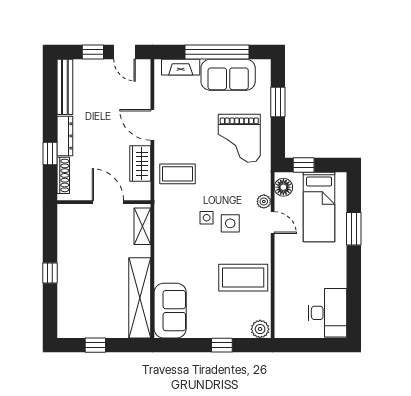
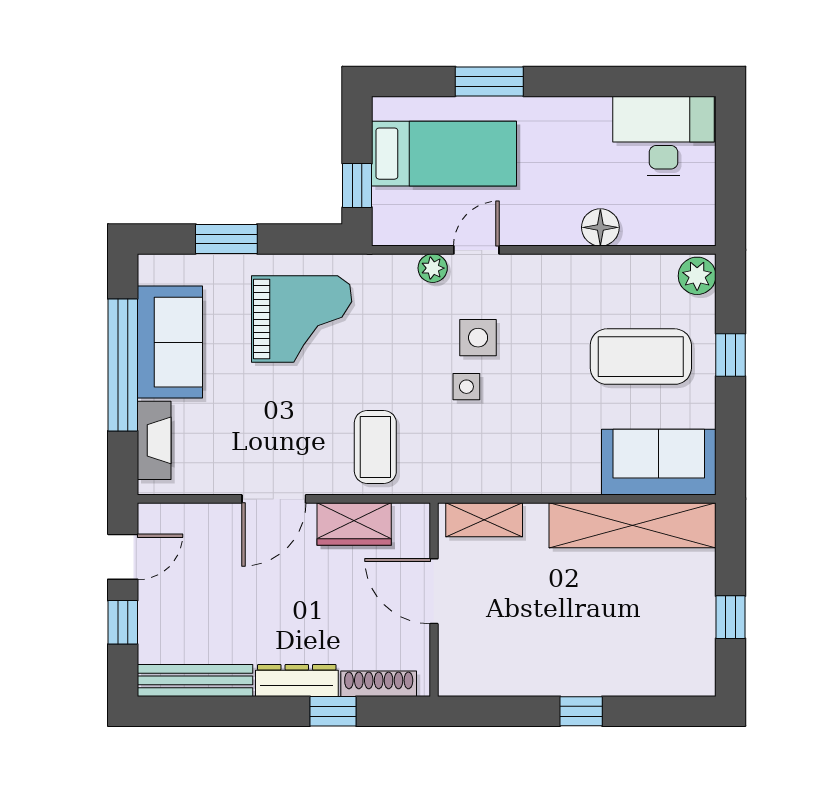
floor lamp: (283, 187) -> (600, 227), moved
door: (108, 202) -> (434, 591), hinge flipped
coffee table: (243, 278) -> (641, 357), moved, turned 90

